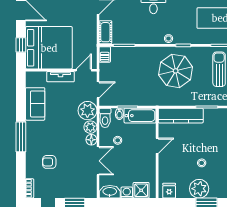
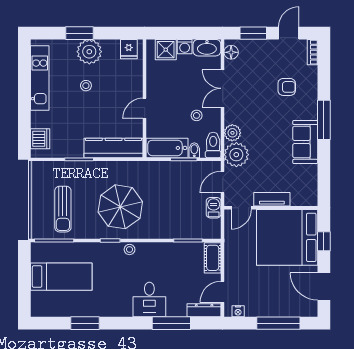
barbecue: (105, 54) -> (214, 208), moved
sofa: (35, 104) -> (305, 142), moved
floor lamp: (91, 140) -> (231, 52), moved

